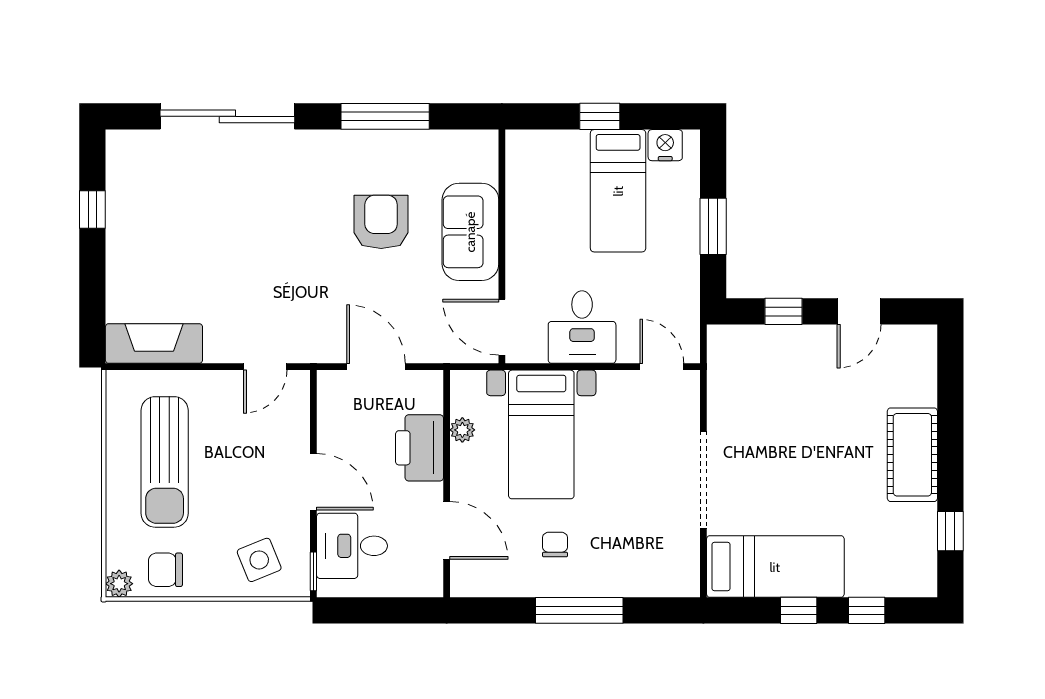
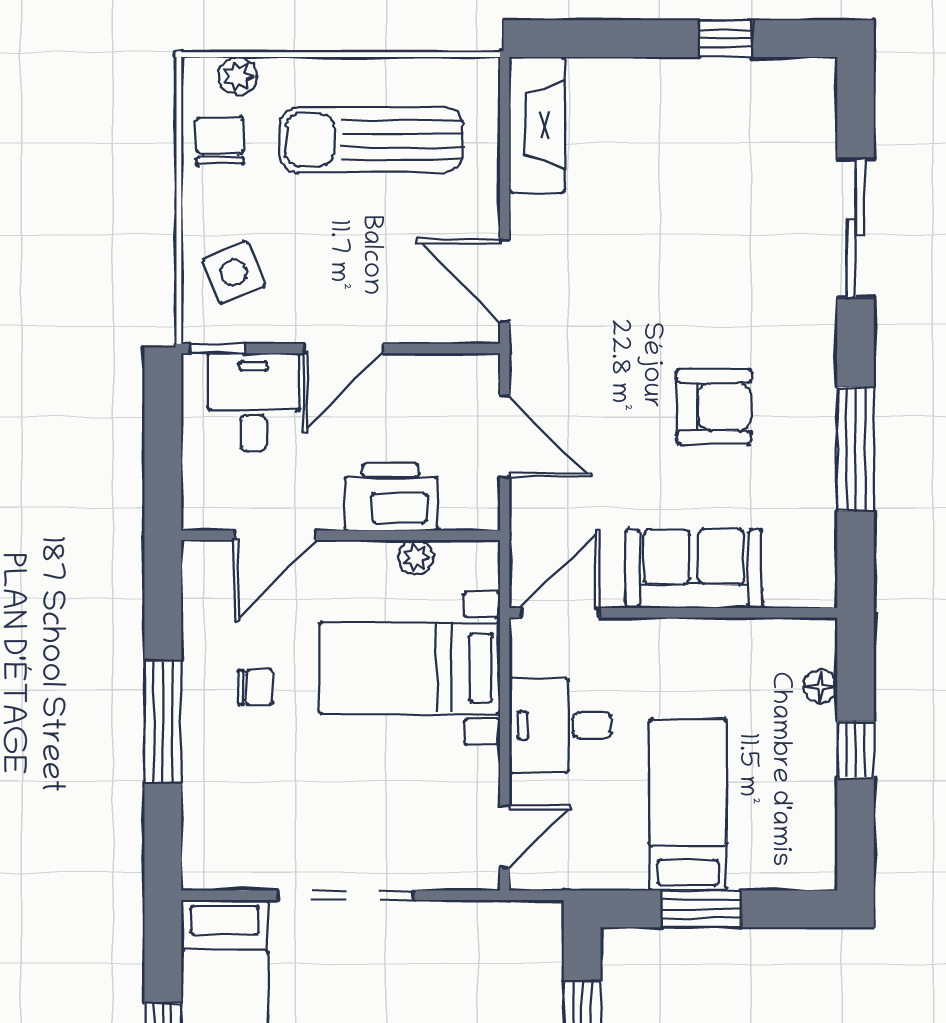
sliding door: (227, 116) -> (856, 228), width x0.73
floor lamp: (554, 141) -> (821, 686), added
nightstand: (665, 145) -> (815, 842), removed
bed: (618, 191) -> (688, 805), moved, turned 90
armchair: (381, 222) -> (714, 406), moved
door: (265, 367) -> (505, 281), width x1.38
door: (376, 367) -> (505, 436), hinge flipped
plant: (119, 584) -> (238, 76), moved

